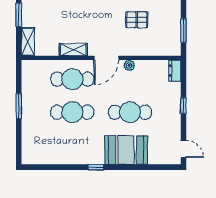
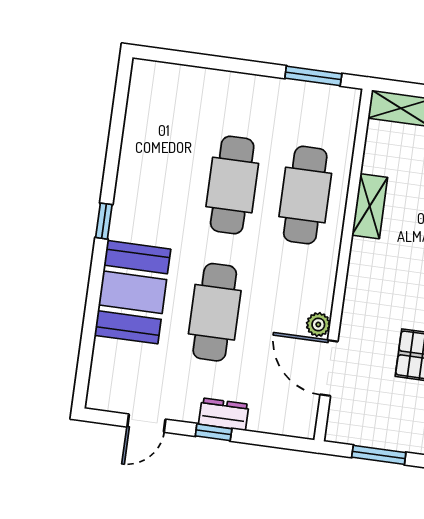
door: (106, 58) -> (329, 368), moved
dresser: (175, 71) -> (224, 414), moved
window: (19, 106) -> (313, 76), moved
door: (183, 149) -> (146, 423), moved

